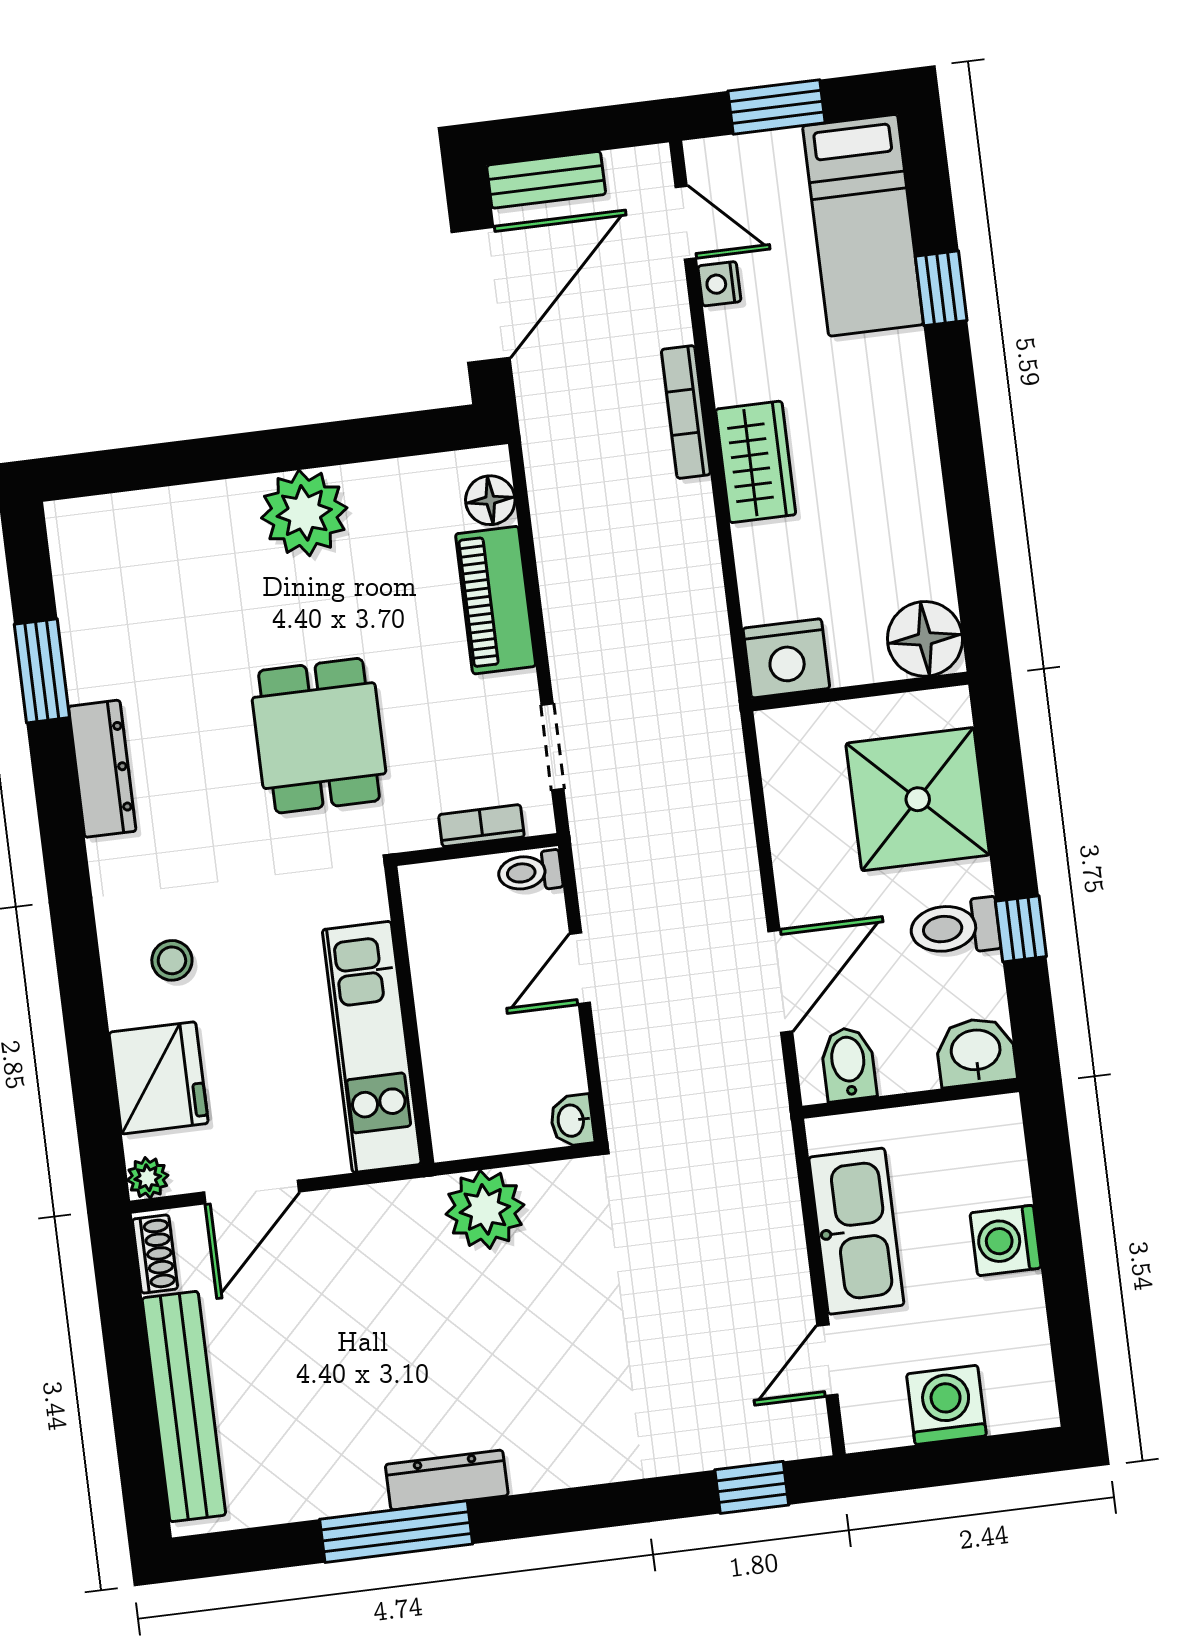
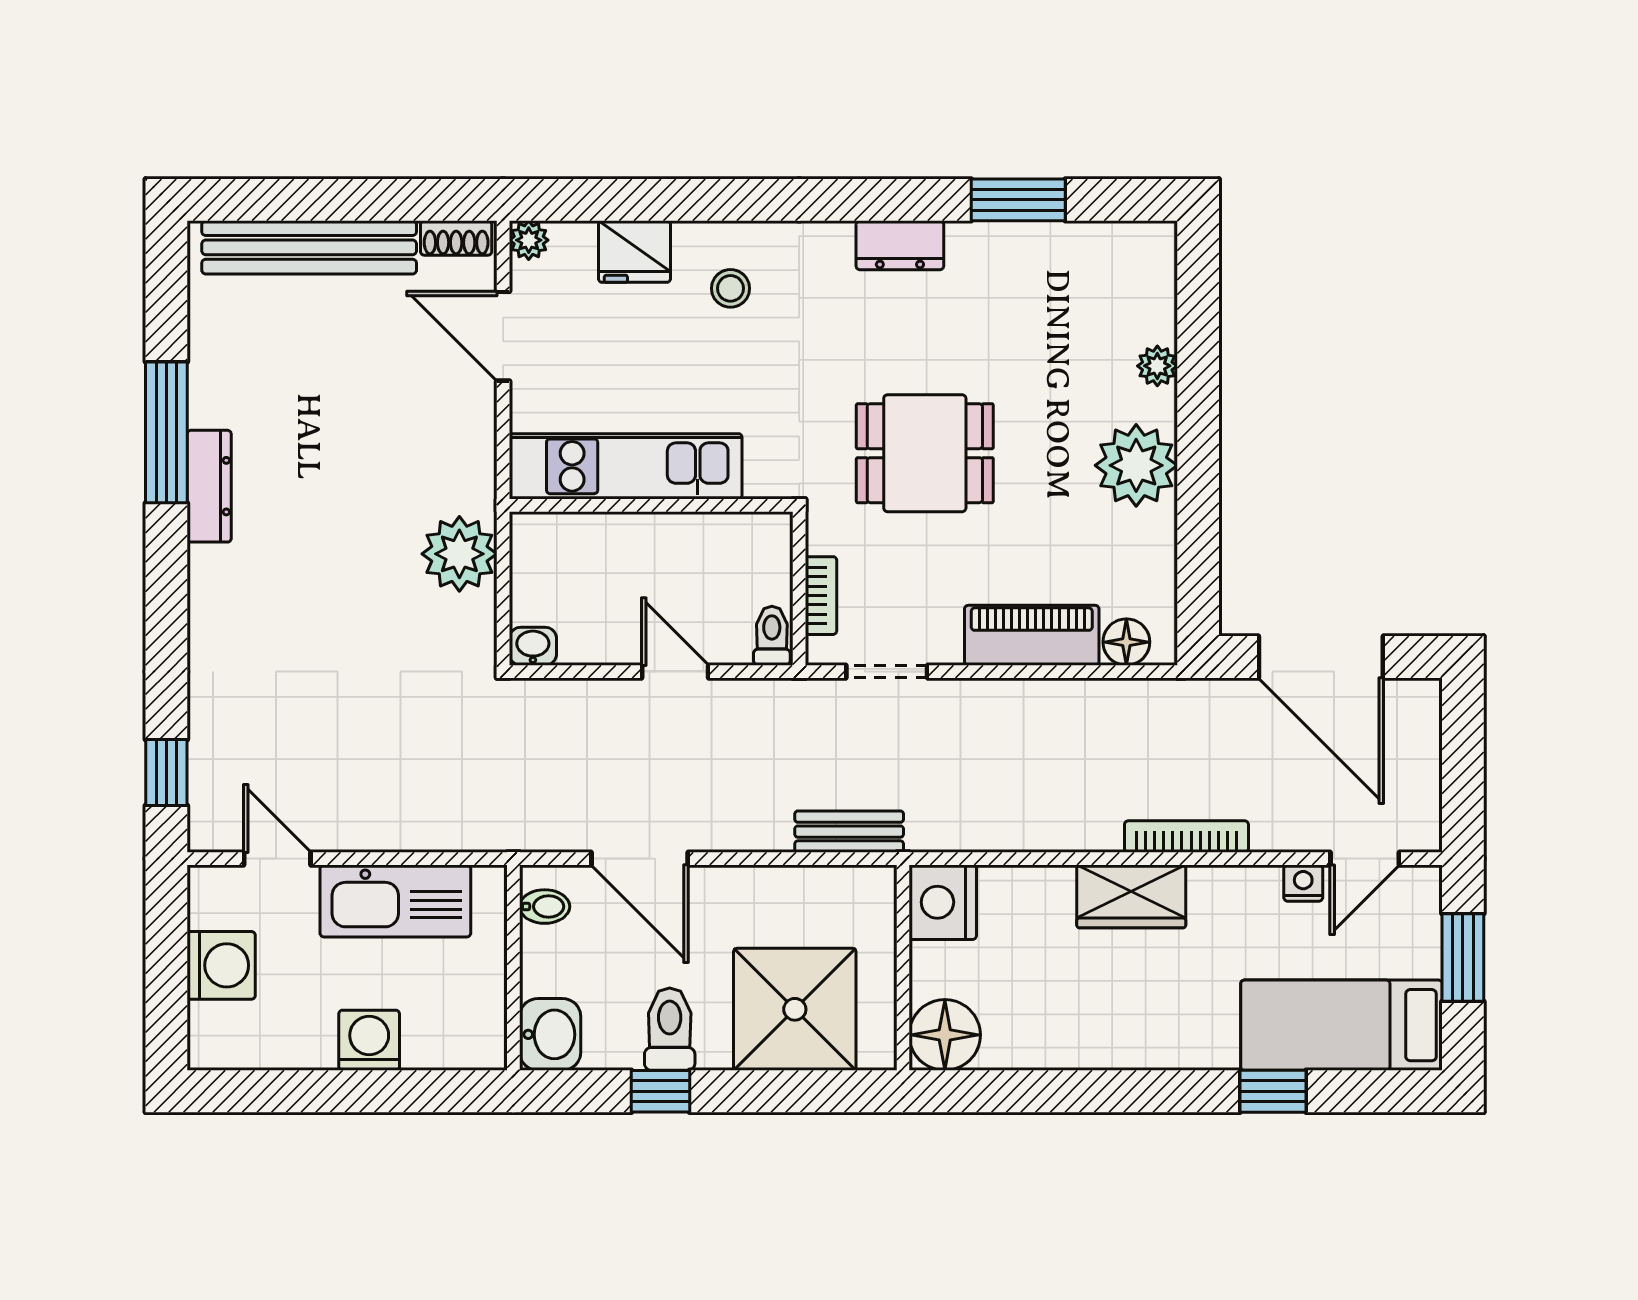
bench: (546, 180) -> (849, 832), moved, turned 90
plant: (197, 504) -> (1157, 366), added
dresser: (102, 769) -> (900, 245), width x0.70
bidet: (848, 1064) -> (545, 907), width x0.72, depth x0.74
fridge: (159, 1078) -> (634, 252), width x0.73, depth x0.75

